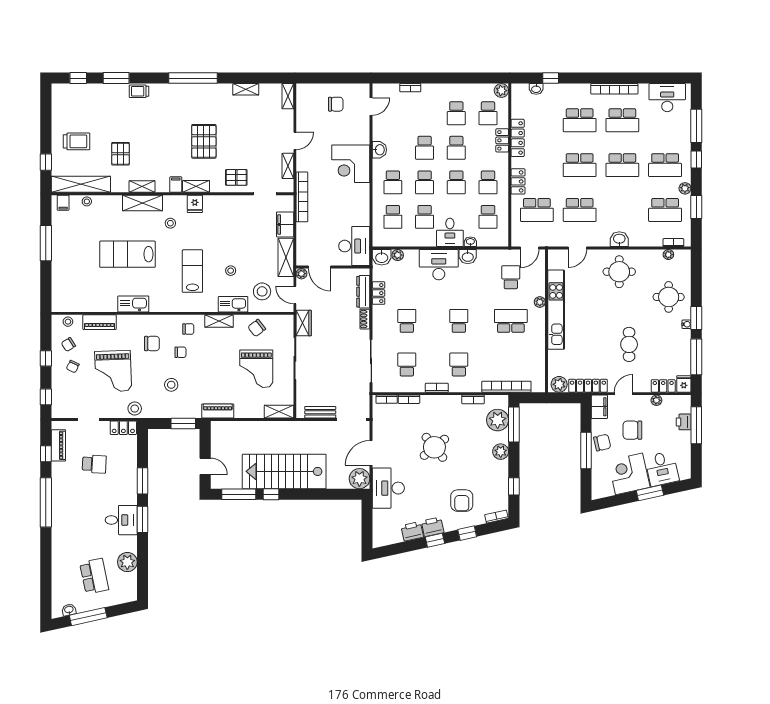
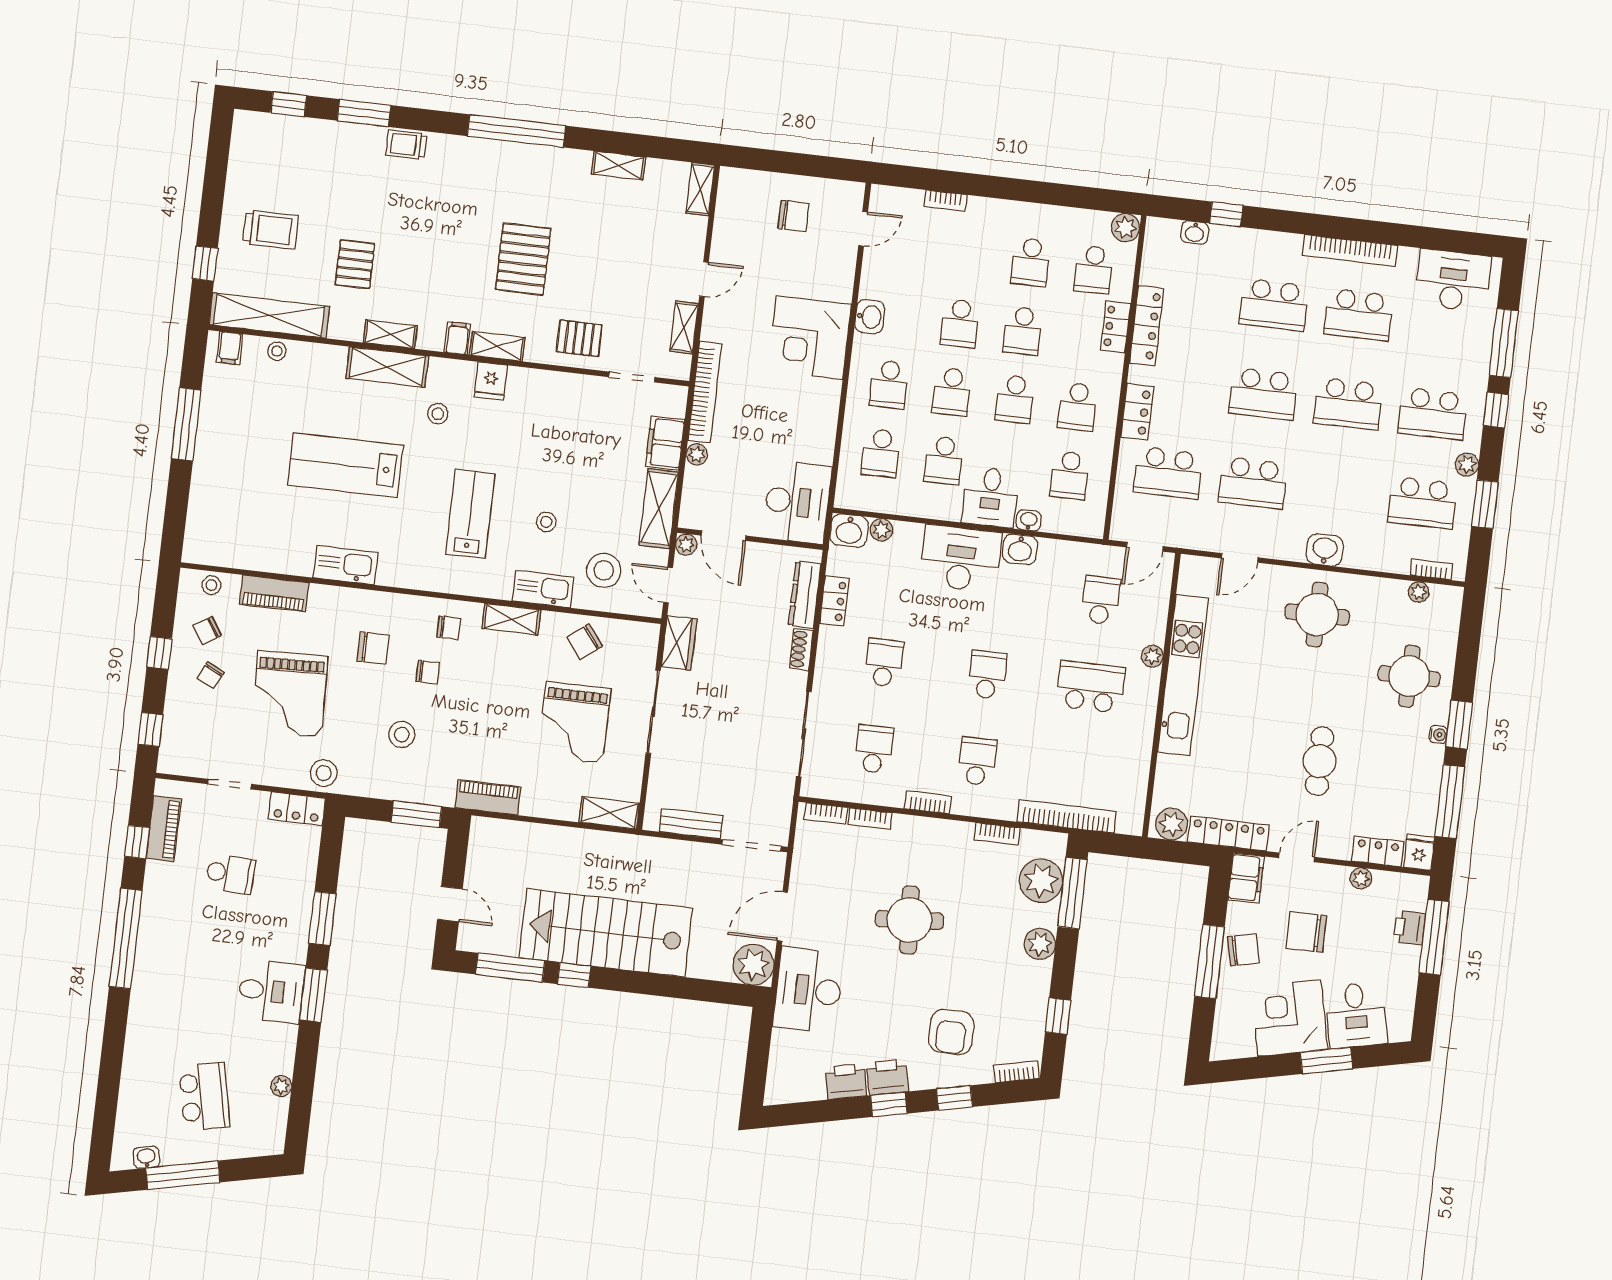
plant: (302, 228) -> (697, 454), added
round table: (434, 447) -> (909, 920), turned 35
plant: (127, 562) -> (281, 1086), width x0.53, depth x0.53

